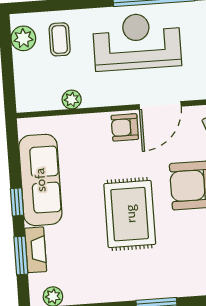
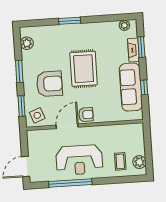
plant: (72, 99) -> (114, 130), removed
window: (17, 202) -> (144, 87), moved

